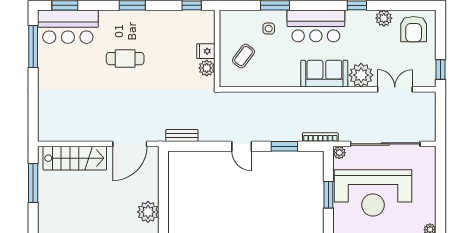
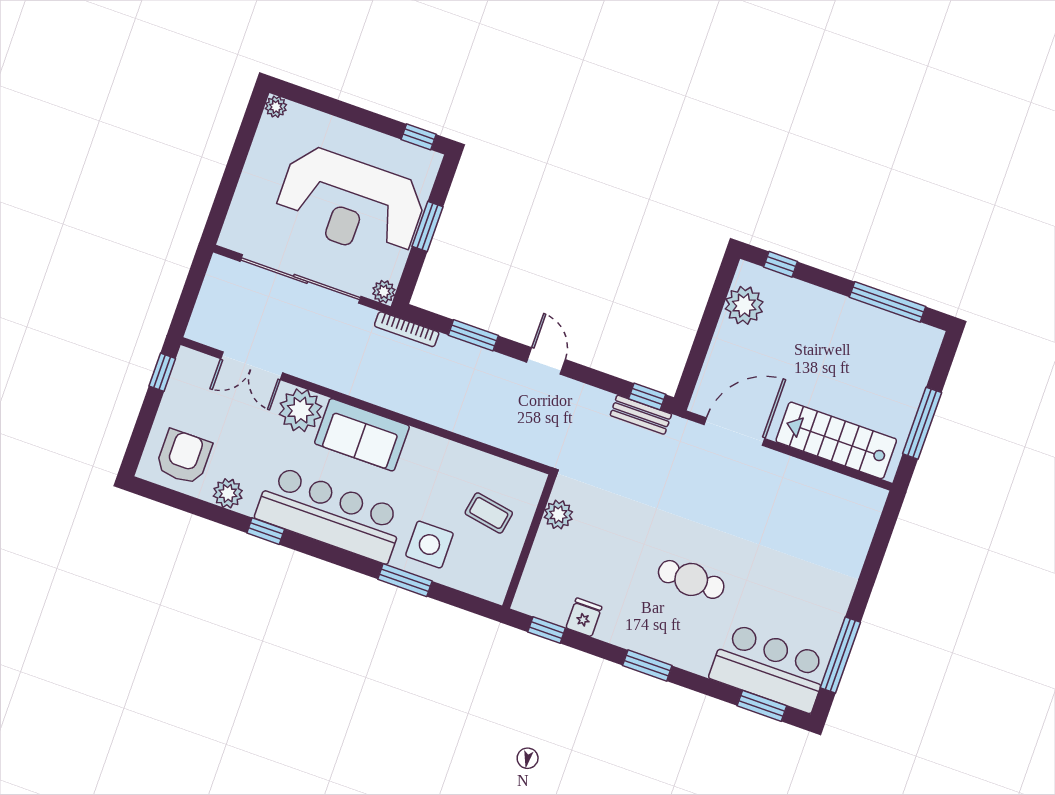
bar counter: (316, 26) -> (330, 515), width x1.36
side table: (269, 29) -> (429, 545), width x1.87, depth x1.87
fridge: (206, 51) -> (584, 617), moved, turned -90
coffee table: (243, 56) -> (489, 513), turned 63
window: (182, 146) -> (647, 397), added
reception desk: (373, 193) -> (351, 203), turned 180

